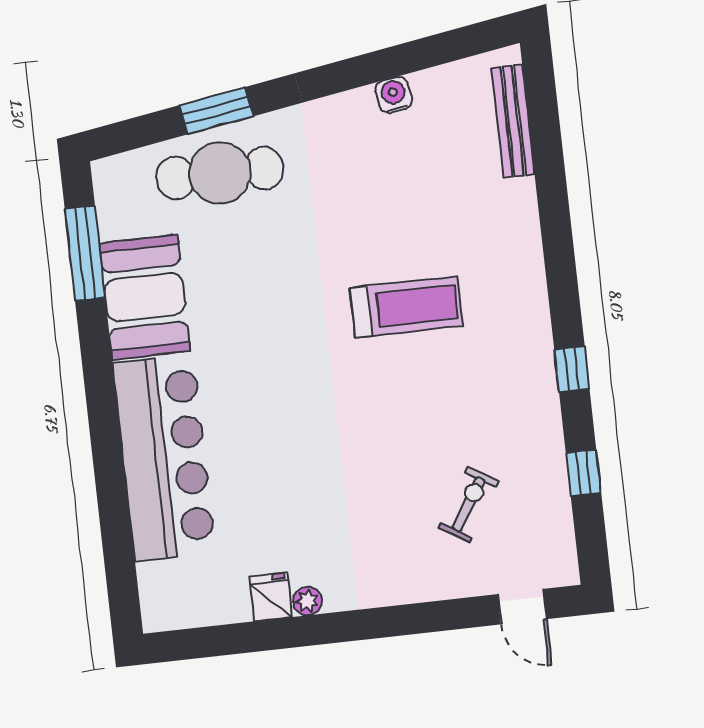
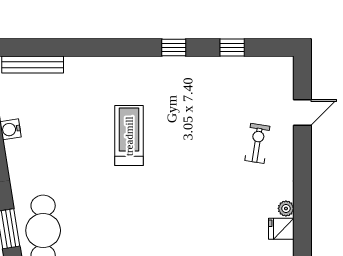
exercise bike: (469, 504) -> (257, 143), moved, turned 67
door: (522, 607) -> (302, 112), moved

